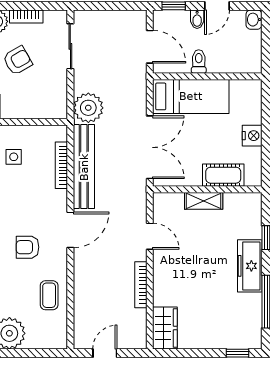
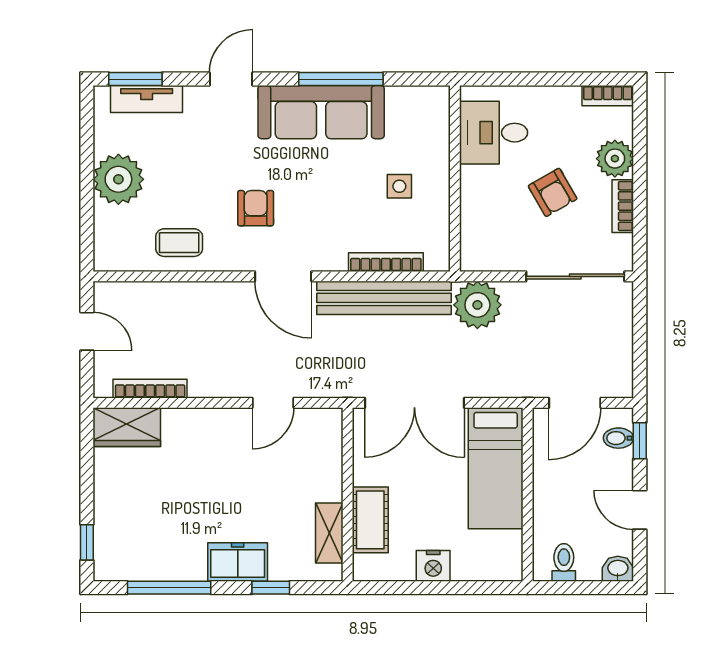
bidet: (197, 19) -> (618, 438), moved
sliding door: (70, 46) -> (575, 276), width x1.37
toilet: (199, 61) -> (564, 562), moved, turned -90
shelving: (204, 201) -> (329, 533), moved
freezer: (250, 266) -> (238, 562), width x0.71
bookcase: (141, 285) -> (150, 389), moved

